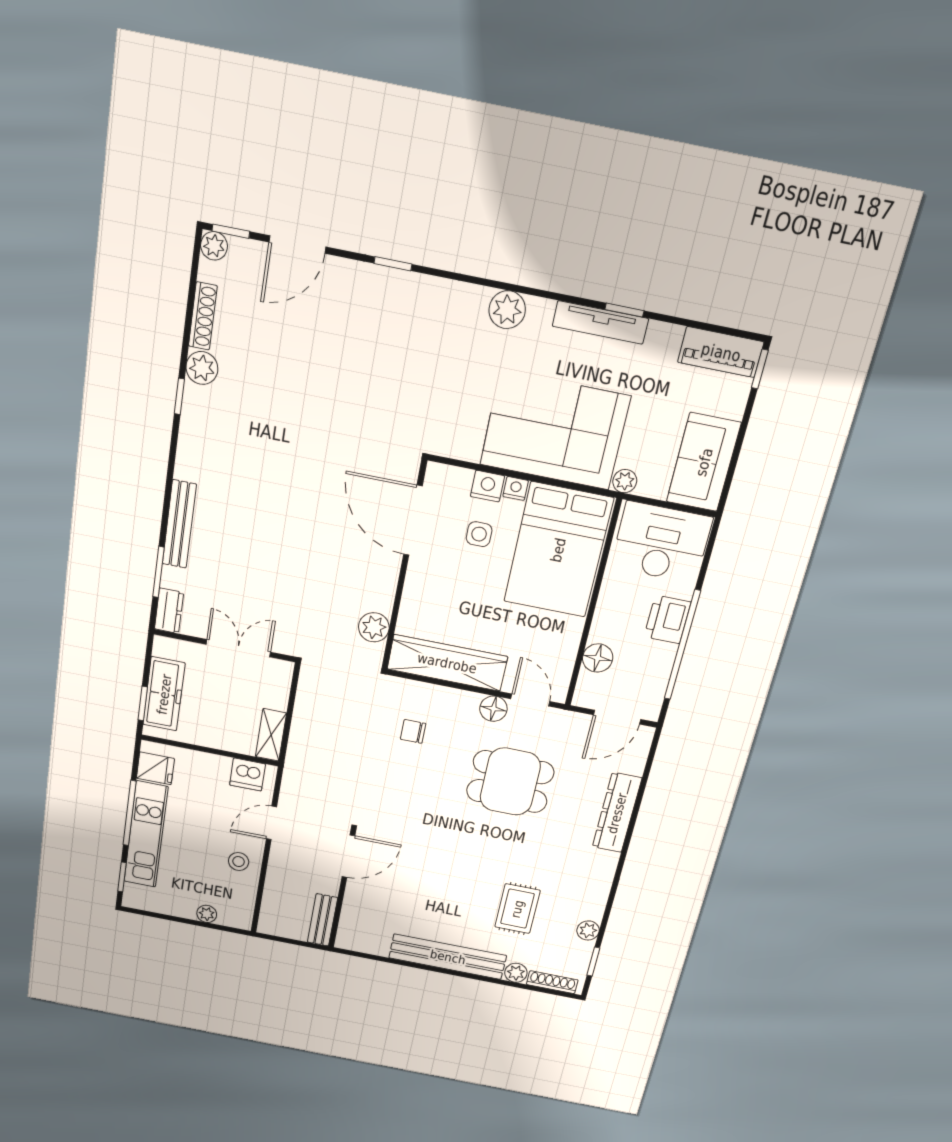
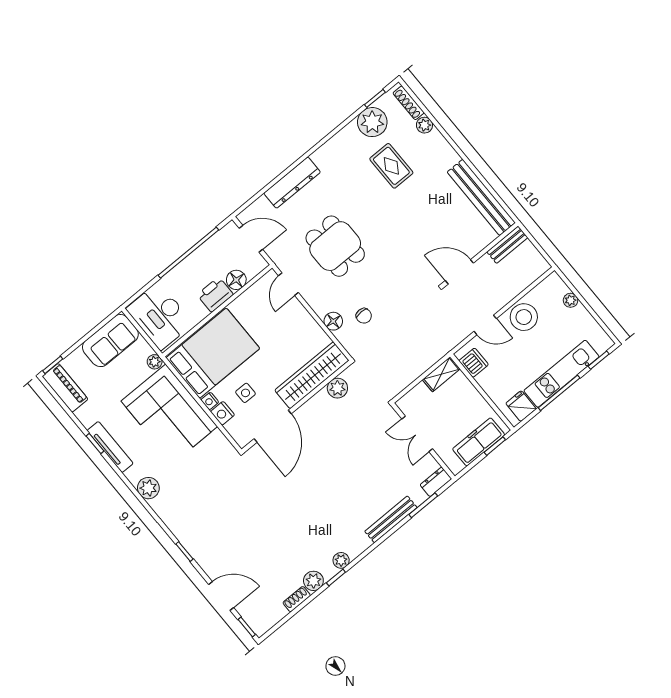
plant: (214, 246) -> (341, 560), moved
shoe rack: (203, 316) -> (297, 599), width x0.70
printer: (667, 619) -> (215, 295), moved, turned 180
wardrobe: (447, 663) -> (312, 375), moved, turned 90
floor lamp: (493, 709) -> (333, 321), moved
stool: (239, 862) -> (524, 317), width x1.89, depth x1.89
rug: (517, 909) -> (391, 166), turned 90
plant: (588, 930) -> (372, 122), width x1.88, depth x1.88
bench: (448, 957) -> (481, 197), moved

